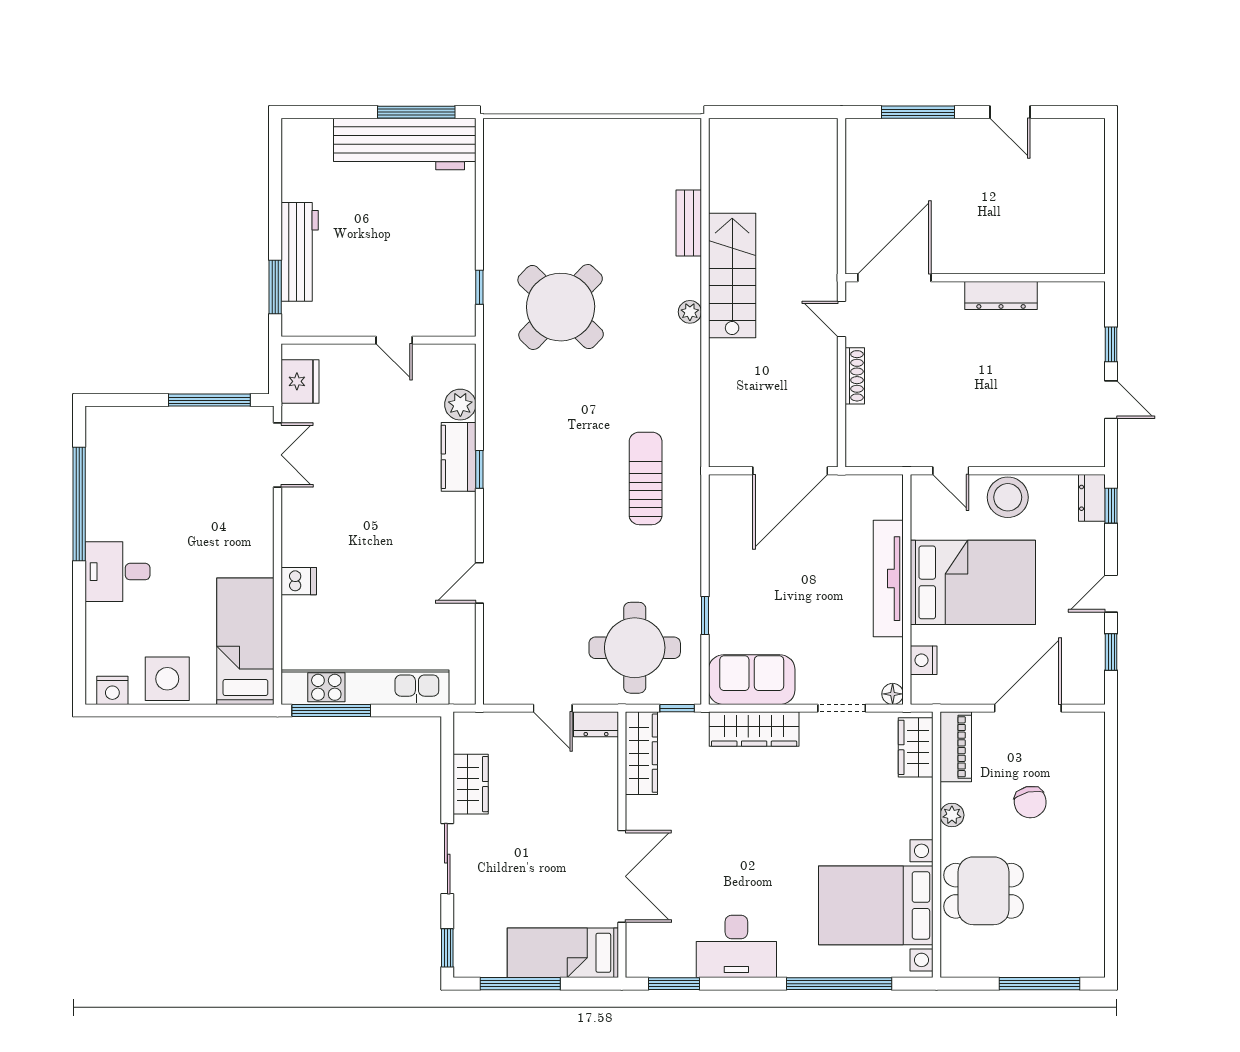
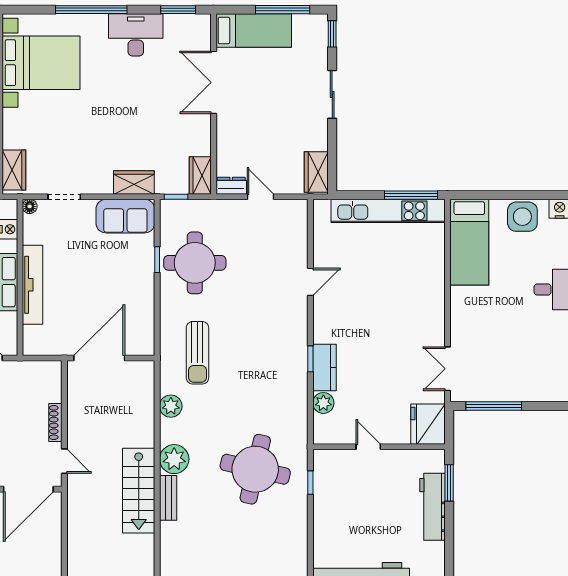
bench: (689, 223) -> (168, 498), moved
round table: (561, 307) -> (255, 469), turned -31
plant: (690, 312) -> (174, 459), width x1.88, depth x1.88
fridge: (300, 381) -> (428, 424), width x1.36, depth x1.34
plant: (685, 400) -> (171, 406), added
dishwasher: (299, 581) -> (433, 283), removed
round table: (635, 648) -> (195, 263), moved
wardrobe: (754, 729) -> (134, 182), width x0.67
wardrobe: (641, 753) -> (200, 176), width x0.67
wardrobe: (471, 784) -> (316, 172), moved
window: (839, 984) -> (91, 10), moved

